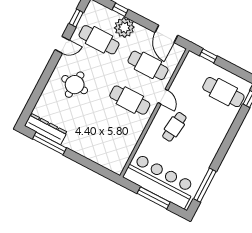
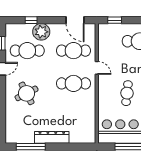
round table: (75, 85) -> (27, 93), turned -31
cafe table: (174, 127) -> (127, 93), moved
dresser: (46, 129) -> (52, 137), moved

